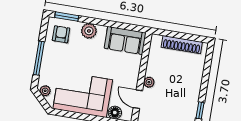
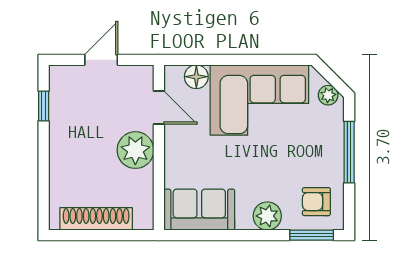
armchair: (61, 34) -> (316, 202), turned 90
plant: (149, 82) -> (135, 150), width x1.88, depth x1.88

